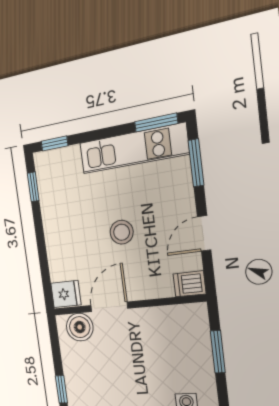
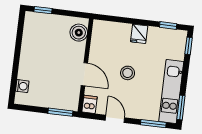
fridge: (66, 294) -> (139, 34), moved
door: (109, 307) -> (84, 74), moved
window: (218, 352) -> (60, 112), moved

